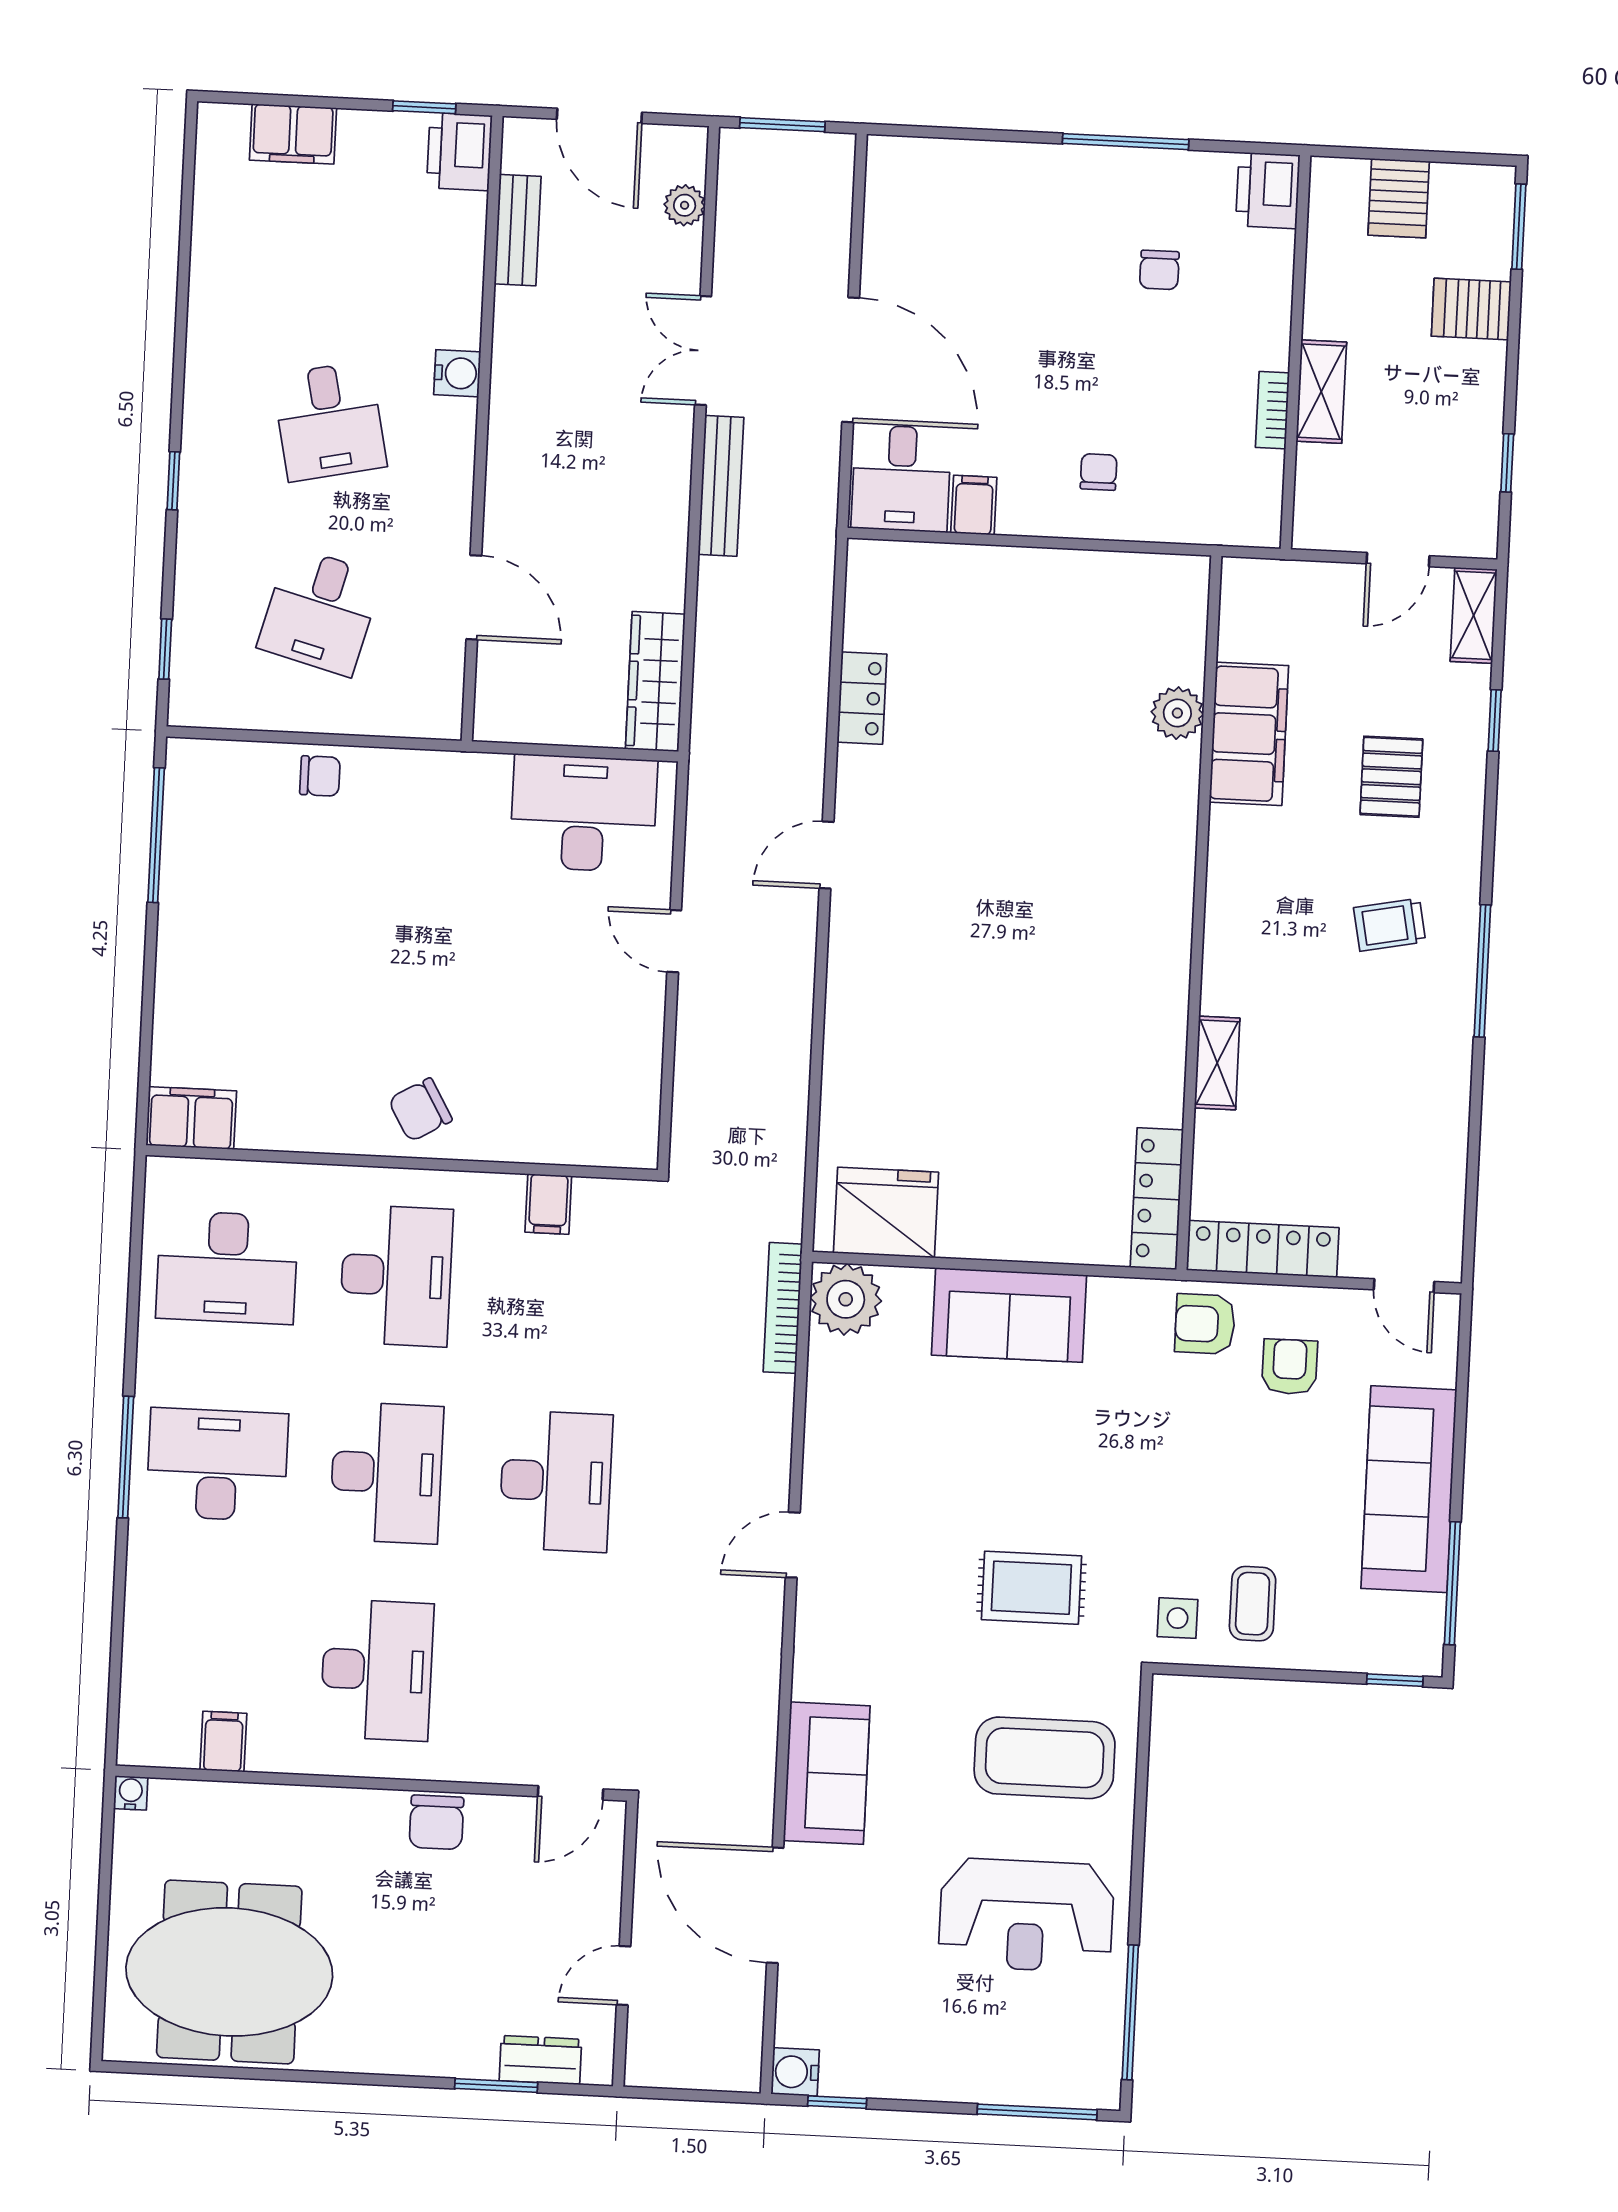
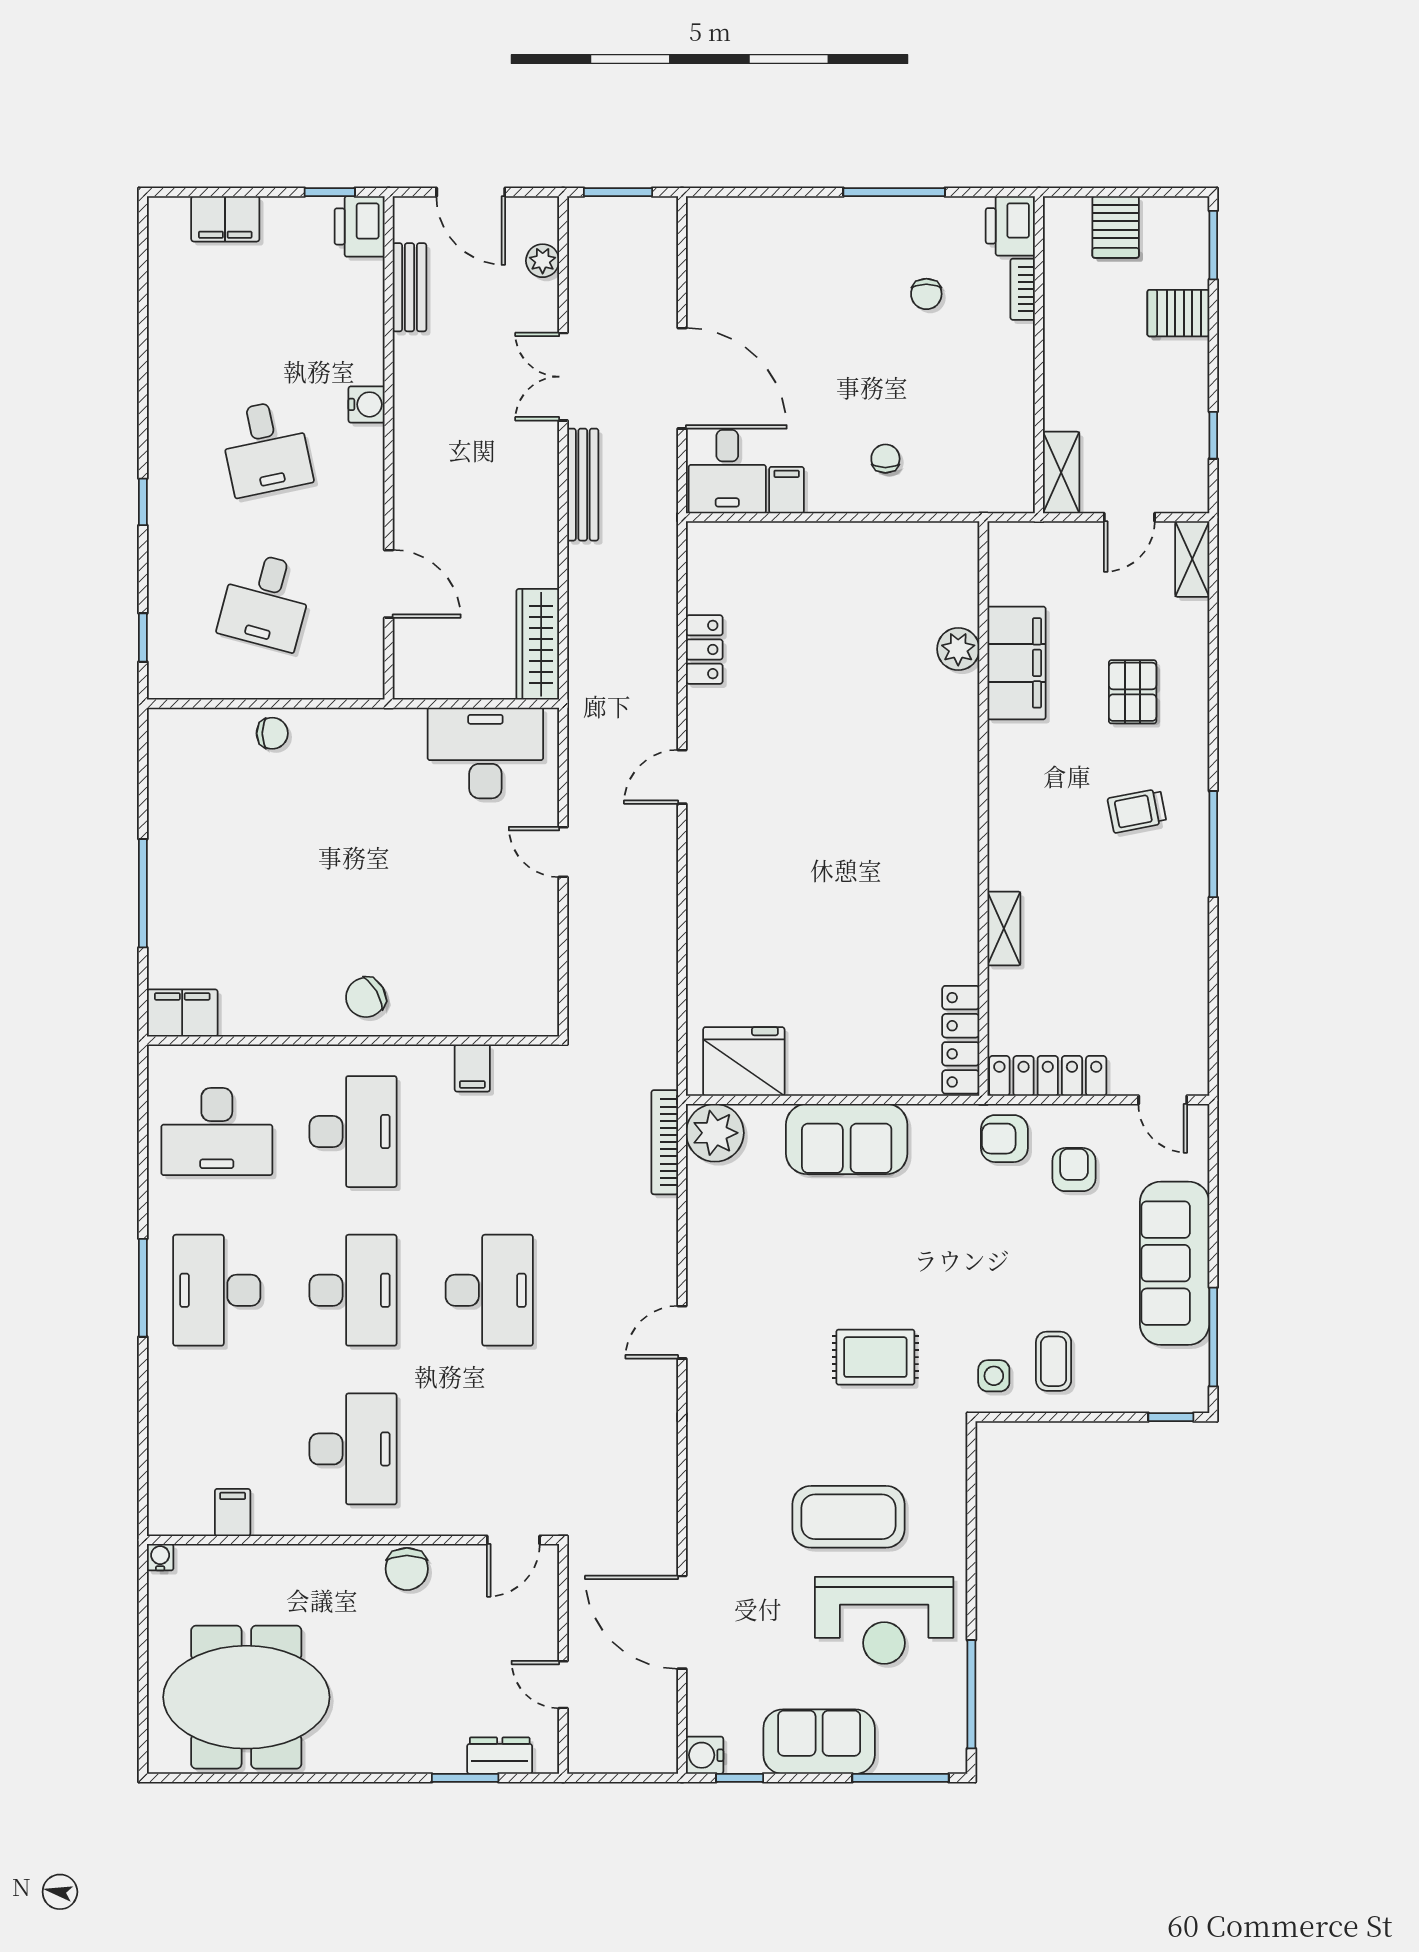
shelving: (1321, 392) -> (1061, 473), moved
bookcase: (1272, 410) -> (1023, 289), moved
window: (1495, 721) -> (1213, 643), removed
window: (156, 835) -> (143, 893), moved
desk: (217, 1465) -> (217, 1290), turned -90
coffee table: (1045, 1758) -> (849, 1517), moved
sofa: (827, 1773) -> (819, 1742), moved, turned -90
door: (624, 1976) -> (563, 1685), hinge flipped

